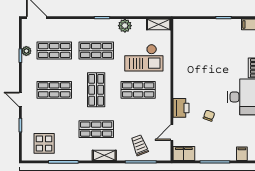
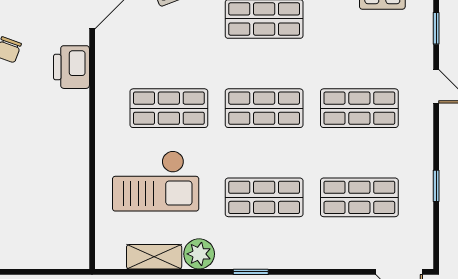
shelving: (159, 24) -> (154, 257), moved
plant: (26, 51) -> (422, 196), removed
checkout: (144, 58) -> (156, 181), turned 180
shop shelf: (96, 90) -> (264, 108), turned 90

